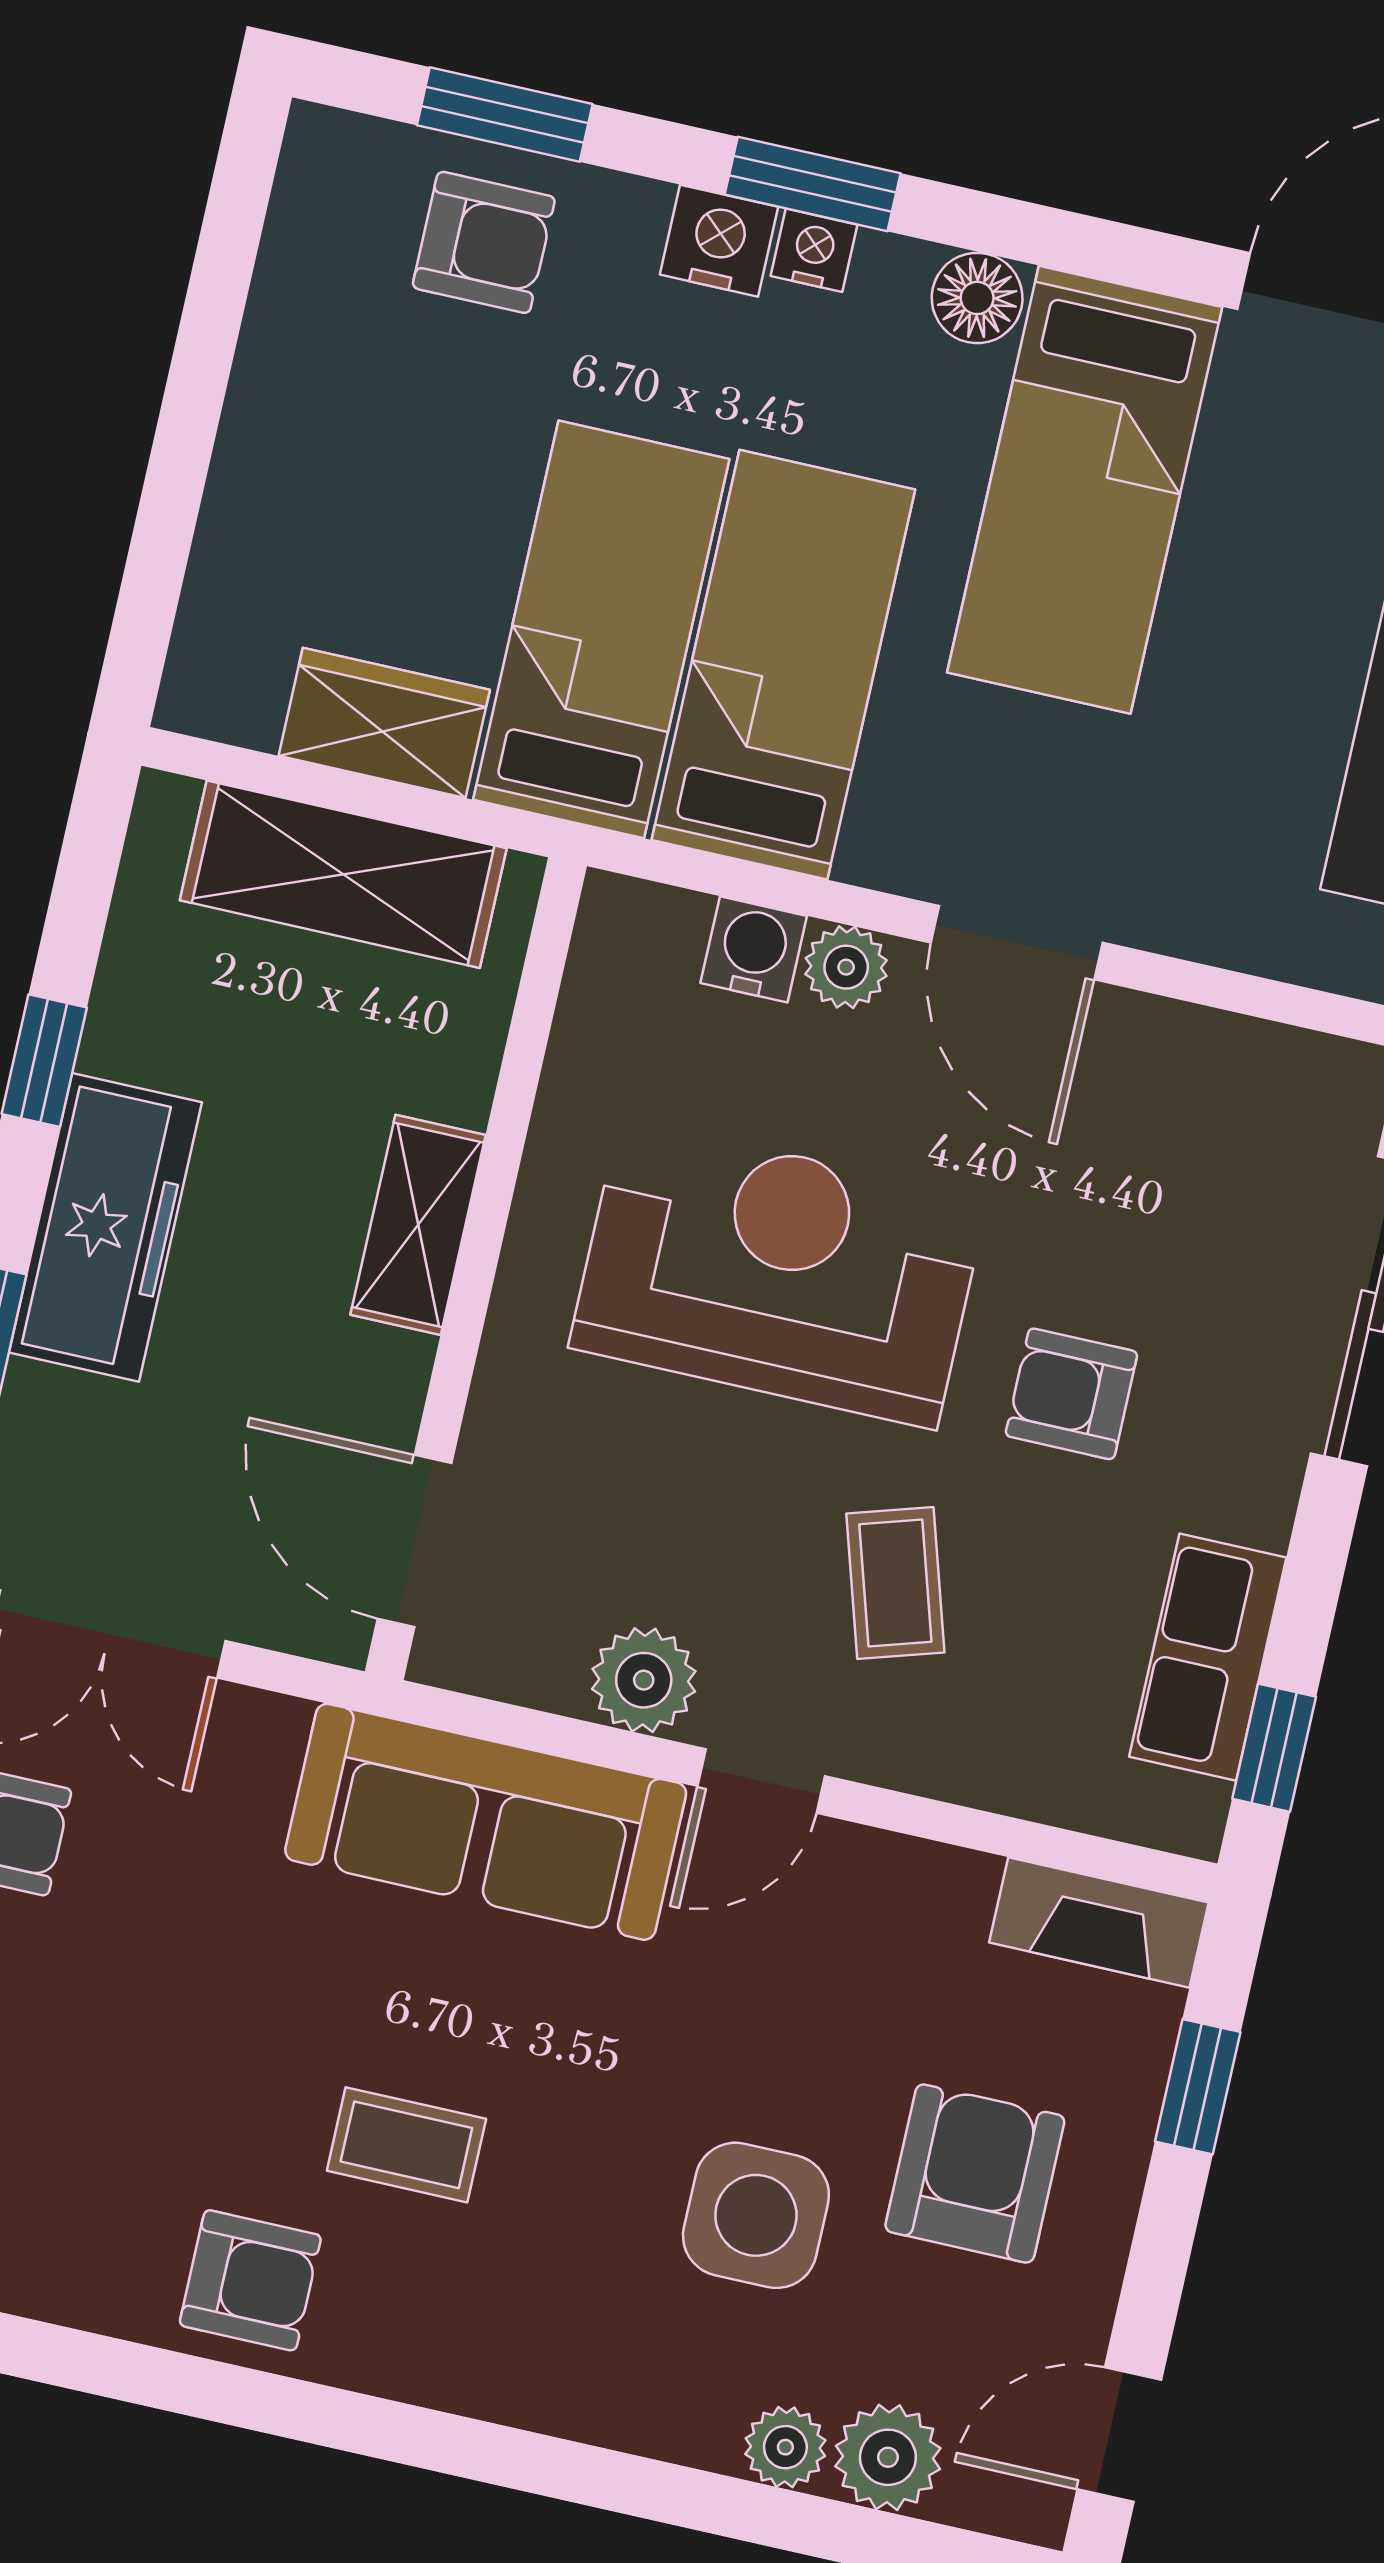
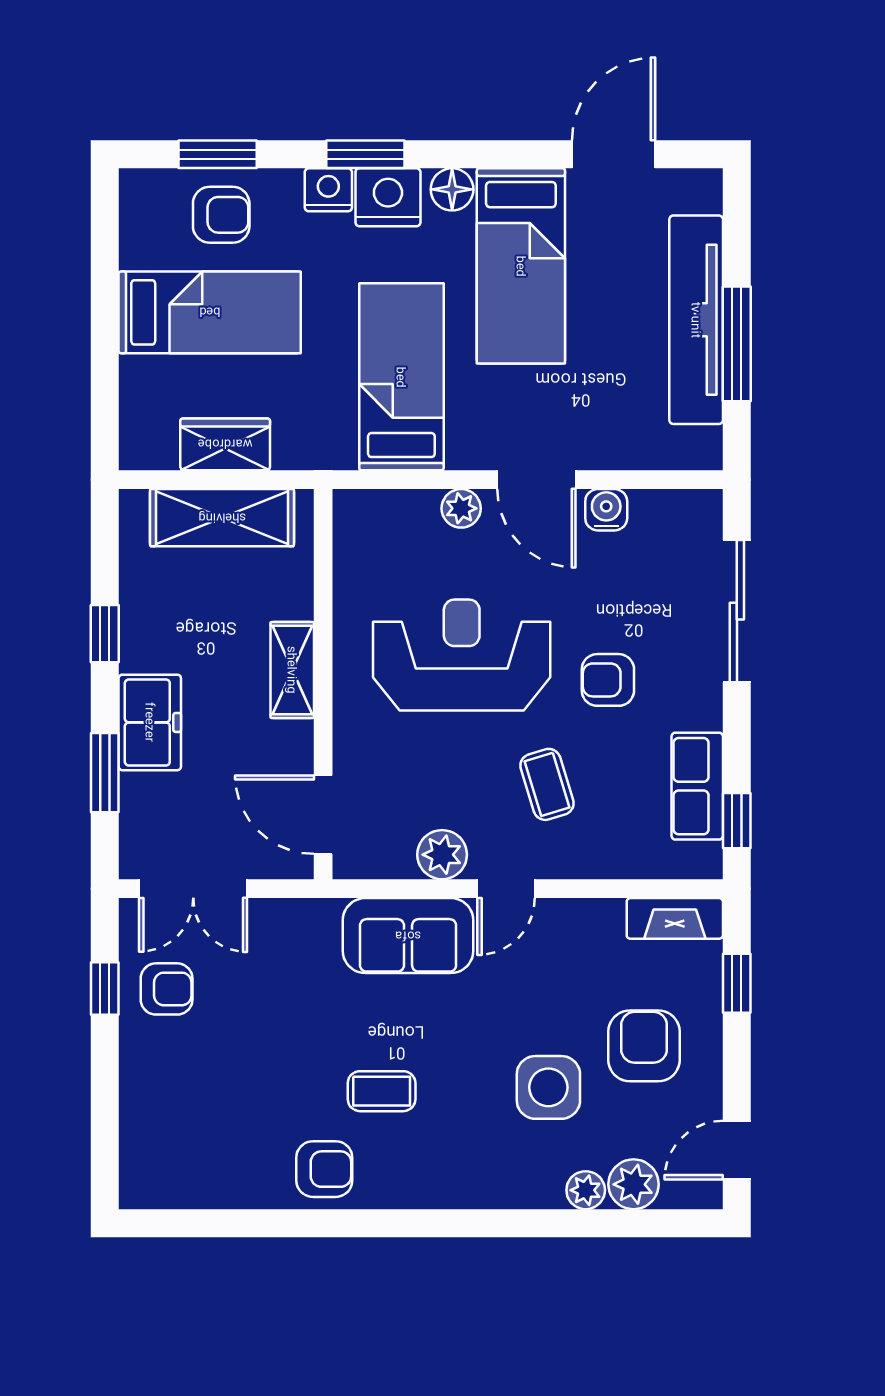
nightstand: (814, 250) -> (388, 197), width x1.89, depth x1.79
bed: (601, 629) -> (210, 312), moved, turned 90
water cooler: (754, 949) -> (606, 510), moved
freezer: (105, 1227) -> (150, 722), width x0.71
sofa: (486, 1822) -> (408, 936), width x0.73

